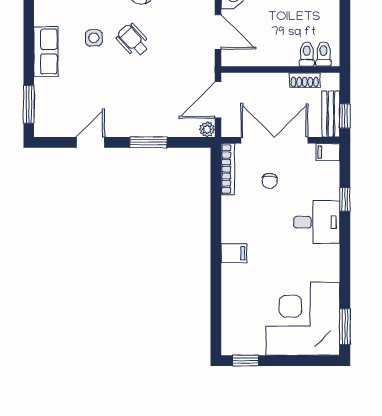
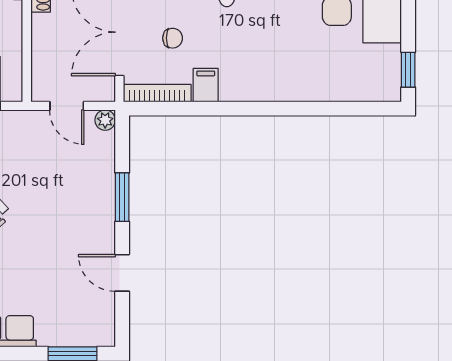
door: (218, 100) -> (67, 106), width x0.73
filing cabinet: (234, 253) -> (206, 85), moved

